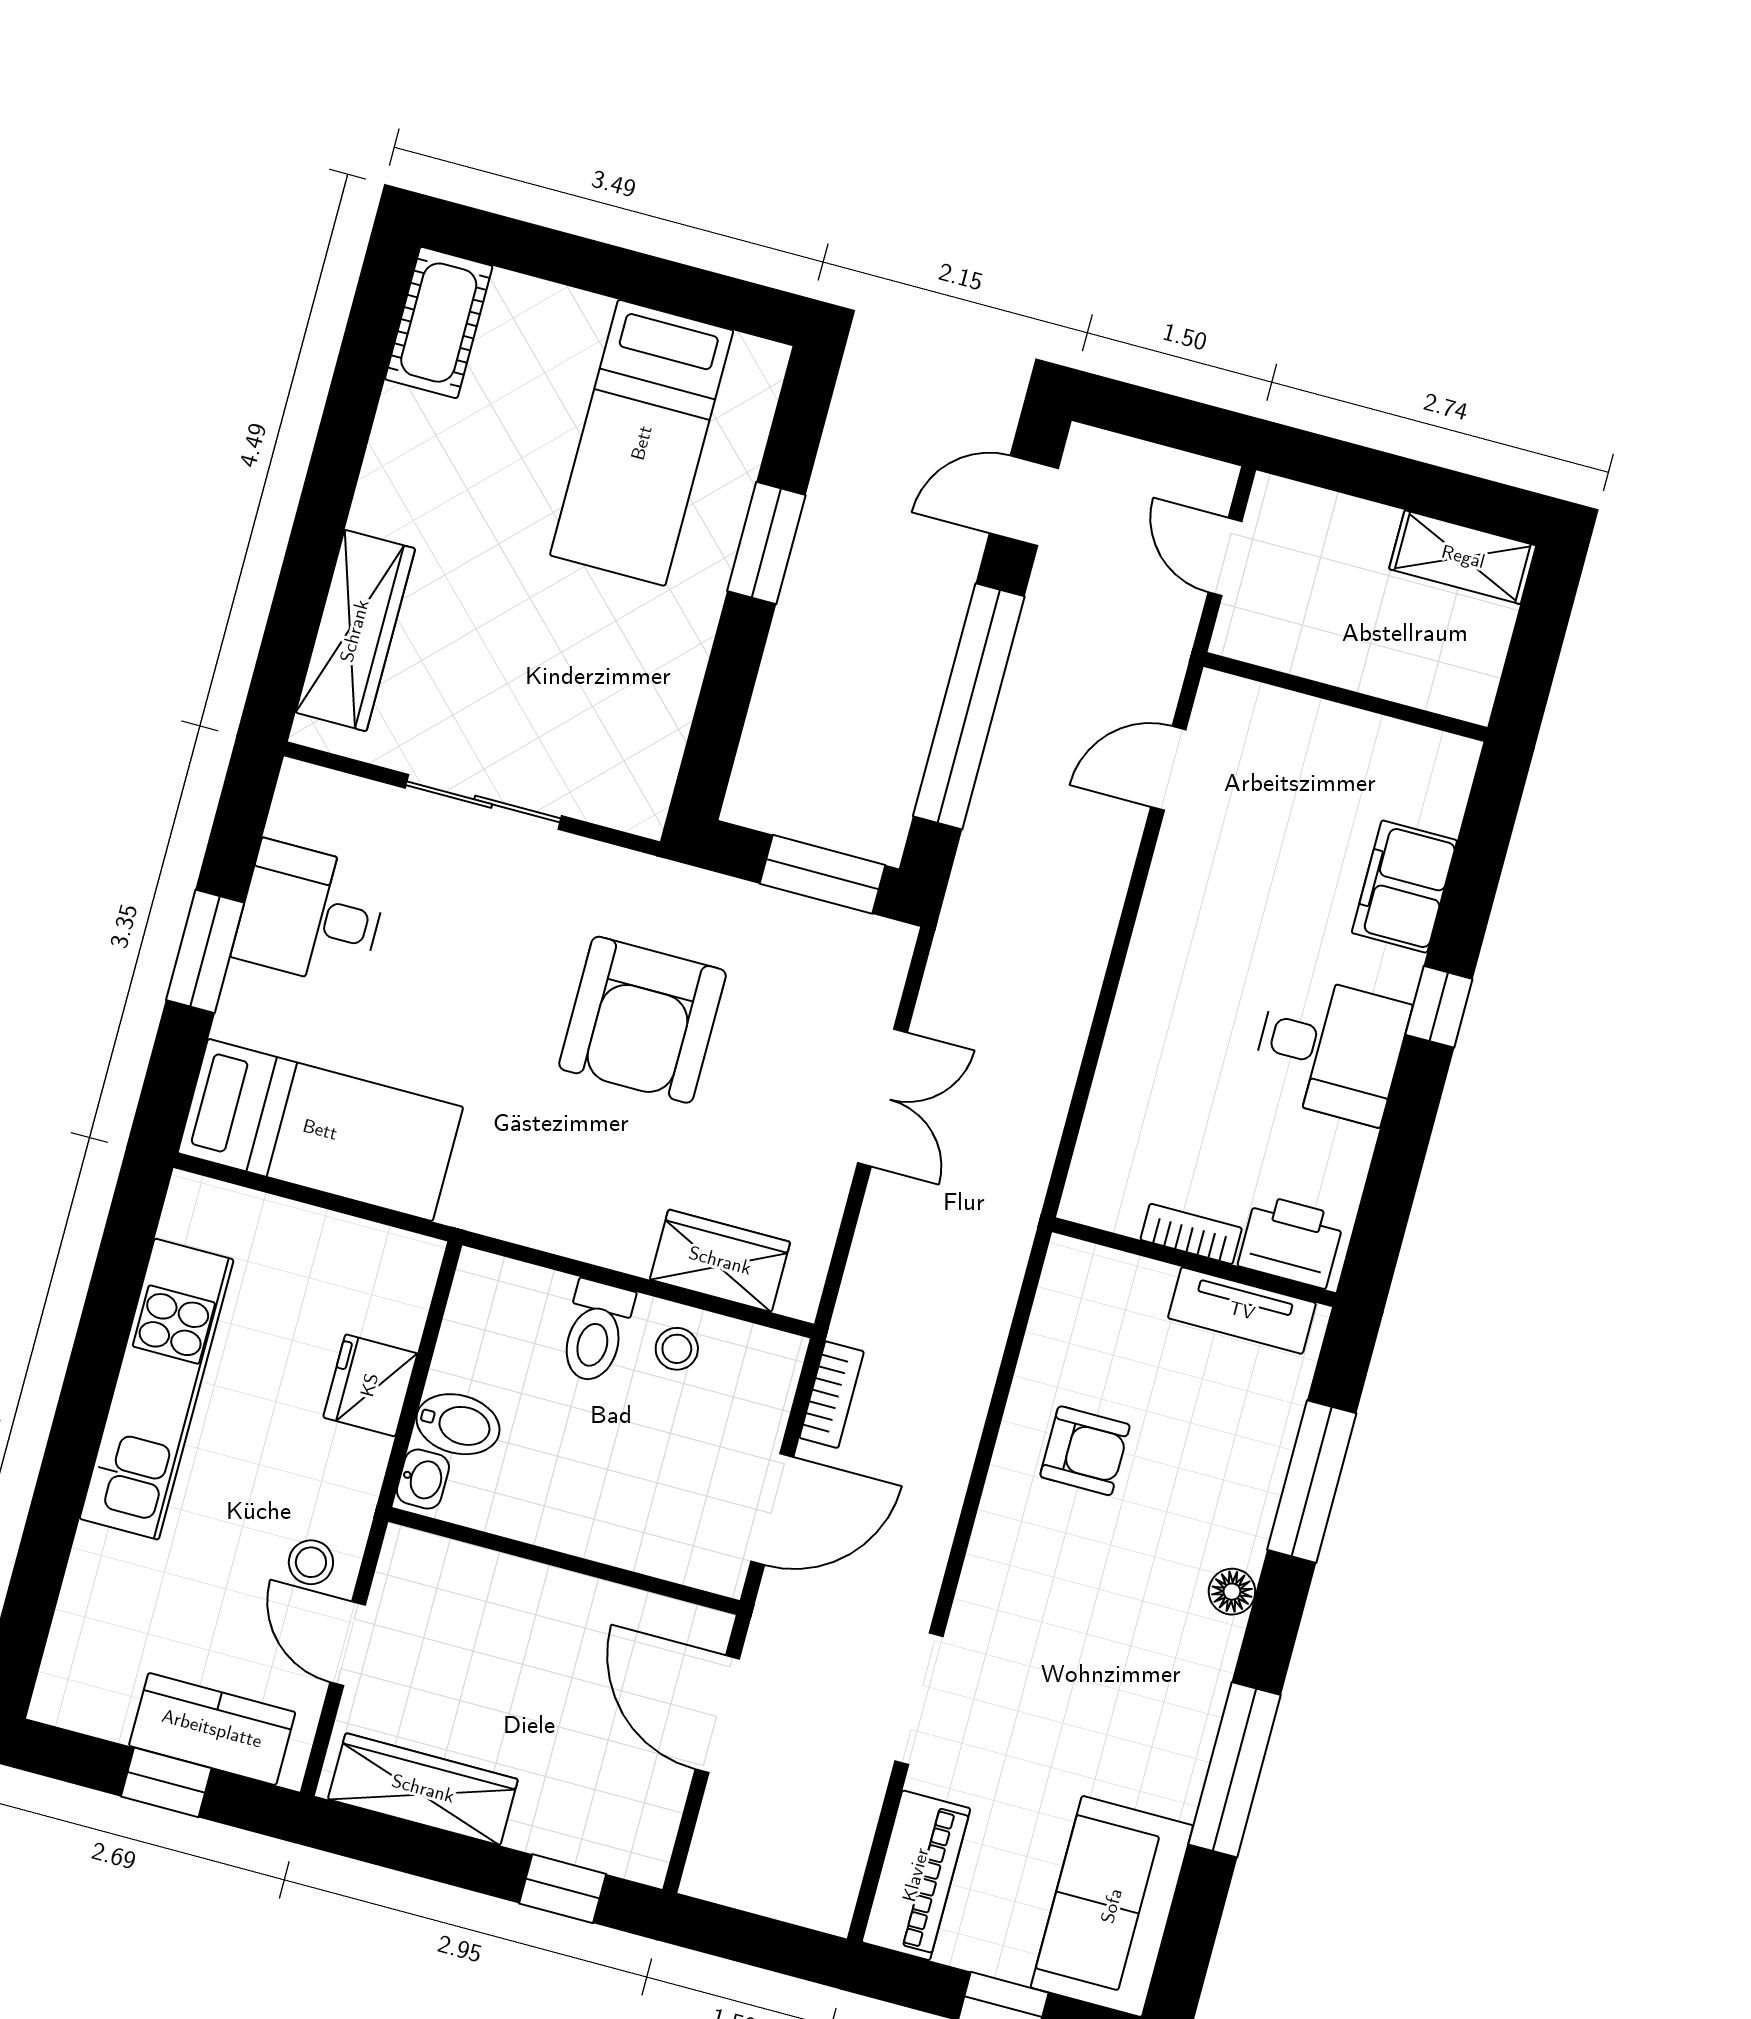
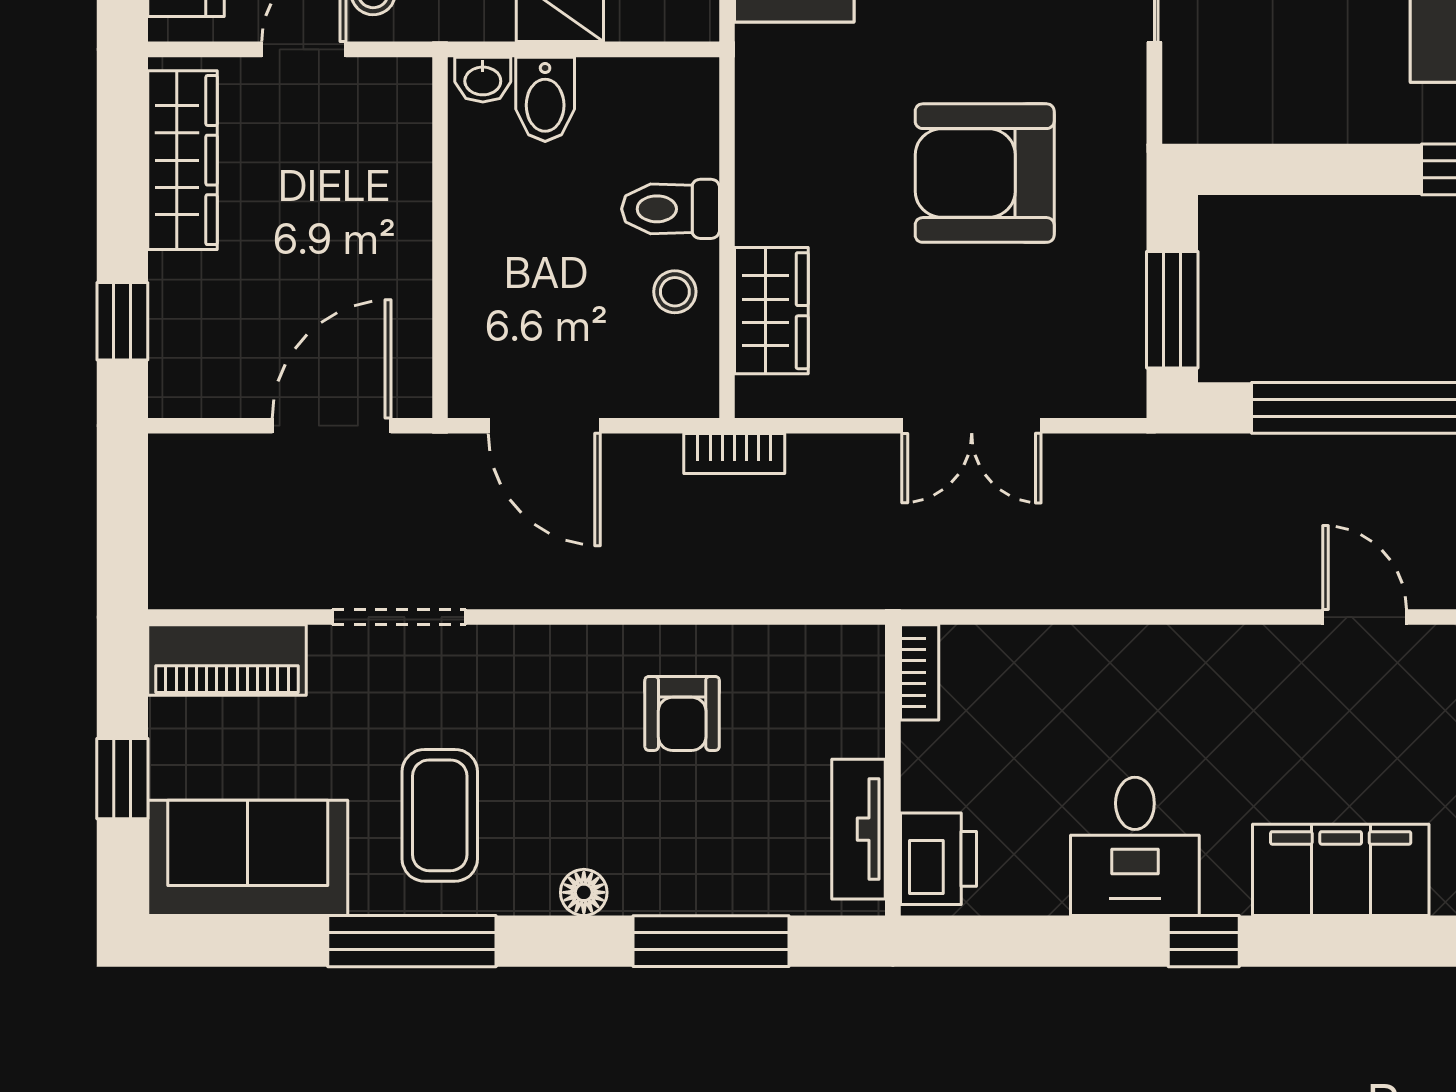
filing cabinet: (1404, 887) -> (1341, 870), width x1.50, depth x1.17
bookcase: (1191, 1234) -> (920, 672), moved
bookcase: (832, 1395) -> (734, 454), moved
coffee table: (1121, 1710) -> (440, 815), added

